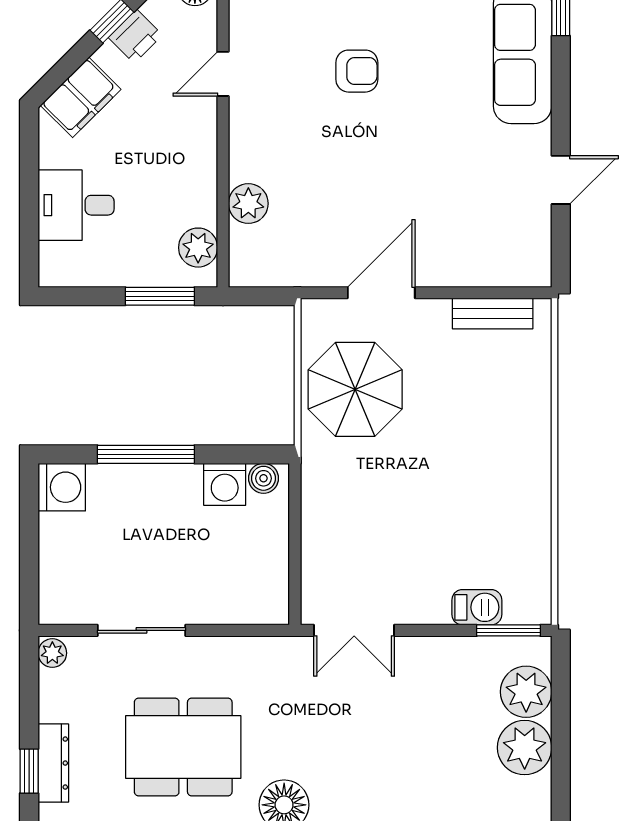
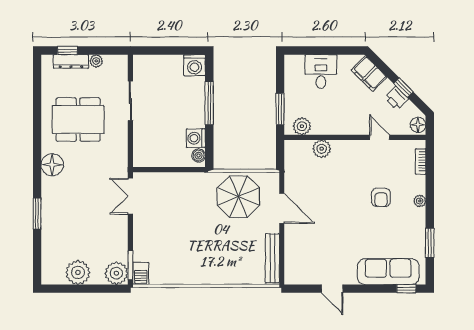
bench: (493, 313) -> (272, 258), width x1.36
barbecue: (477, 607) -> (141, 273), moved
plant: (52, 653) -> (96, 61), moved
plant: (526, 692) -> (116, 273), moved
dining table: (183, 747) -> (78, 120), turned 90

